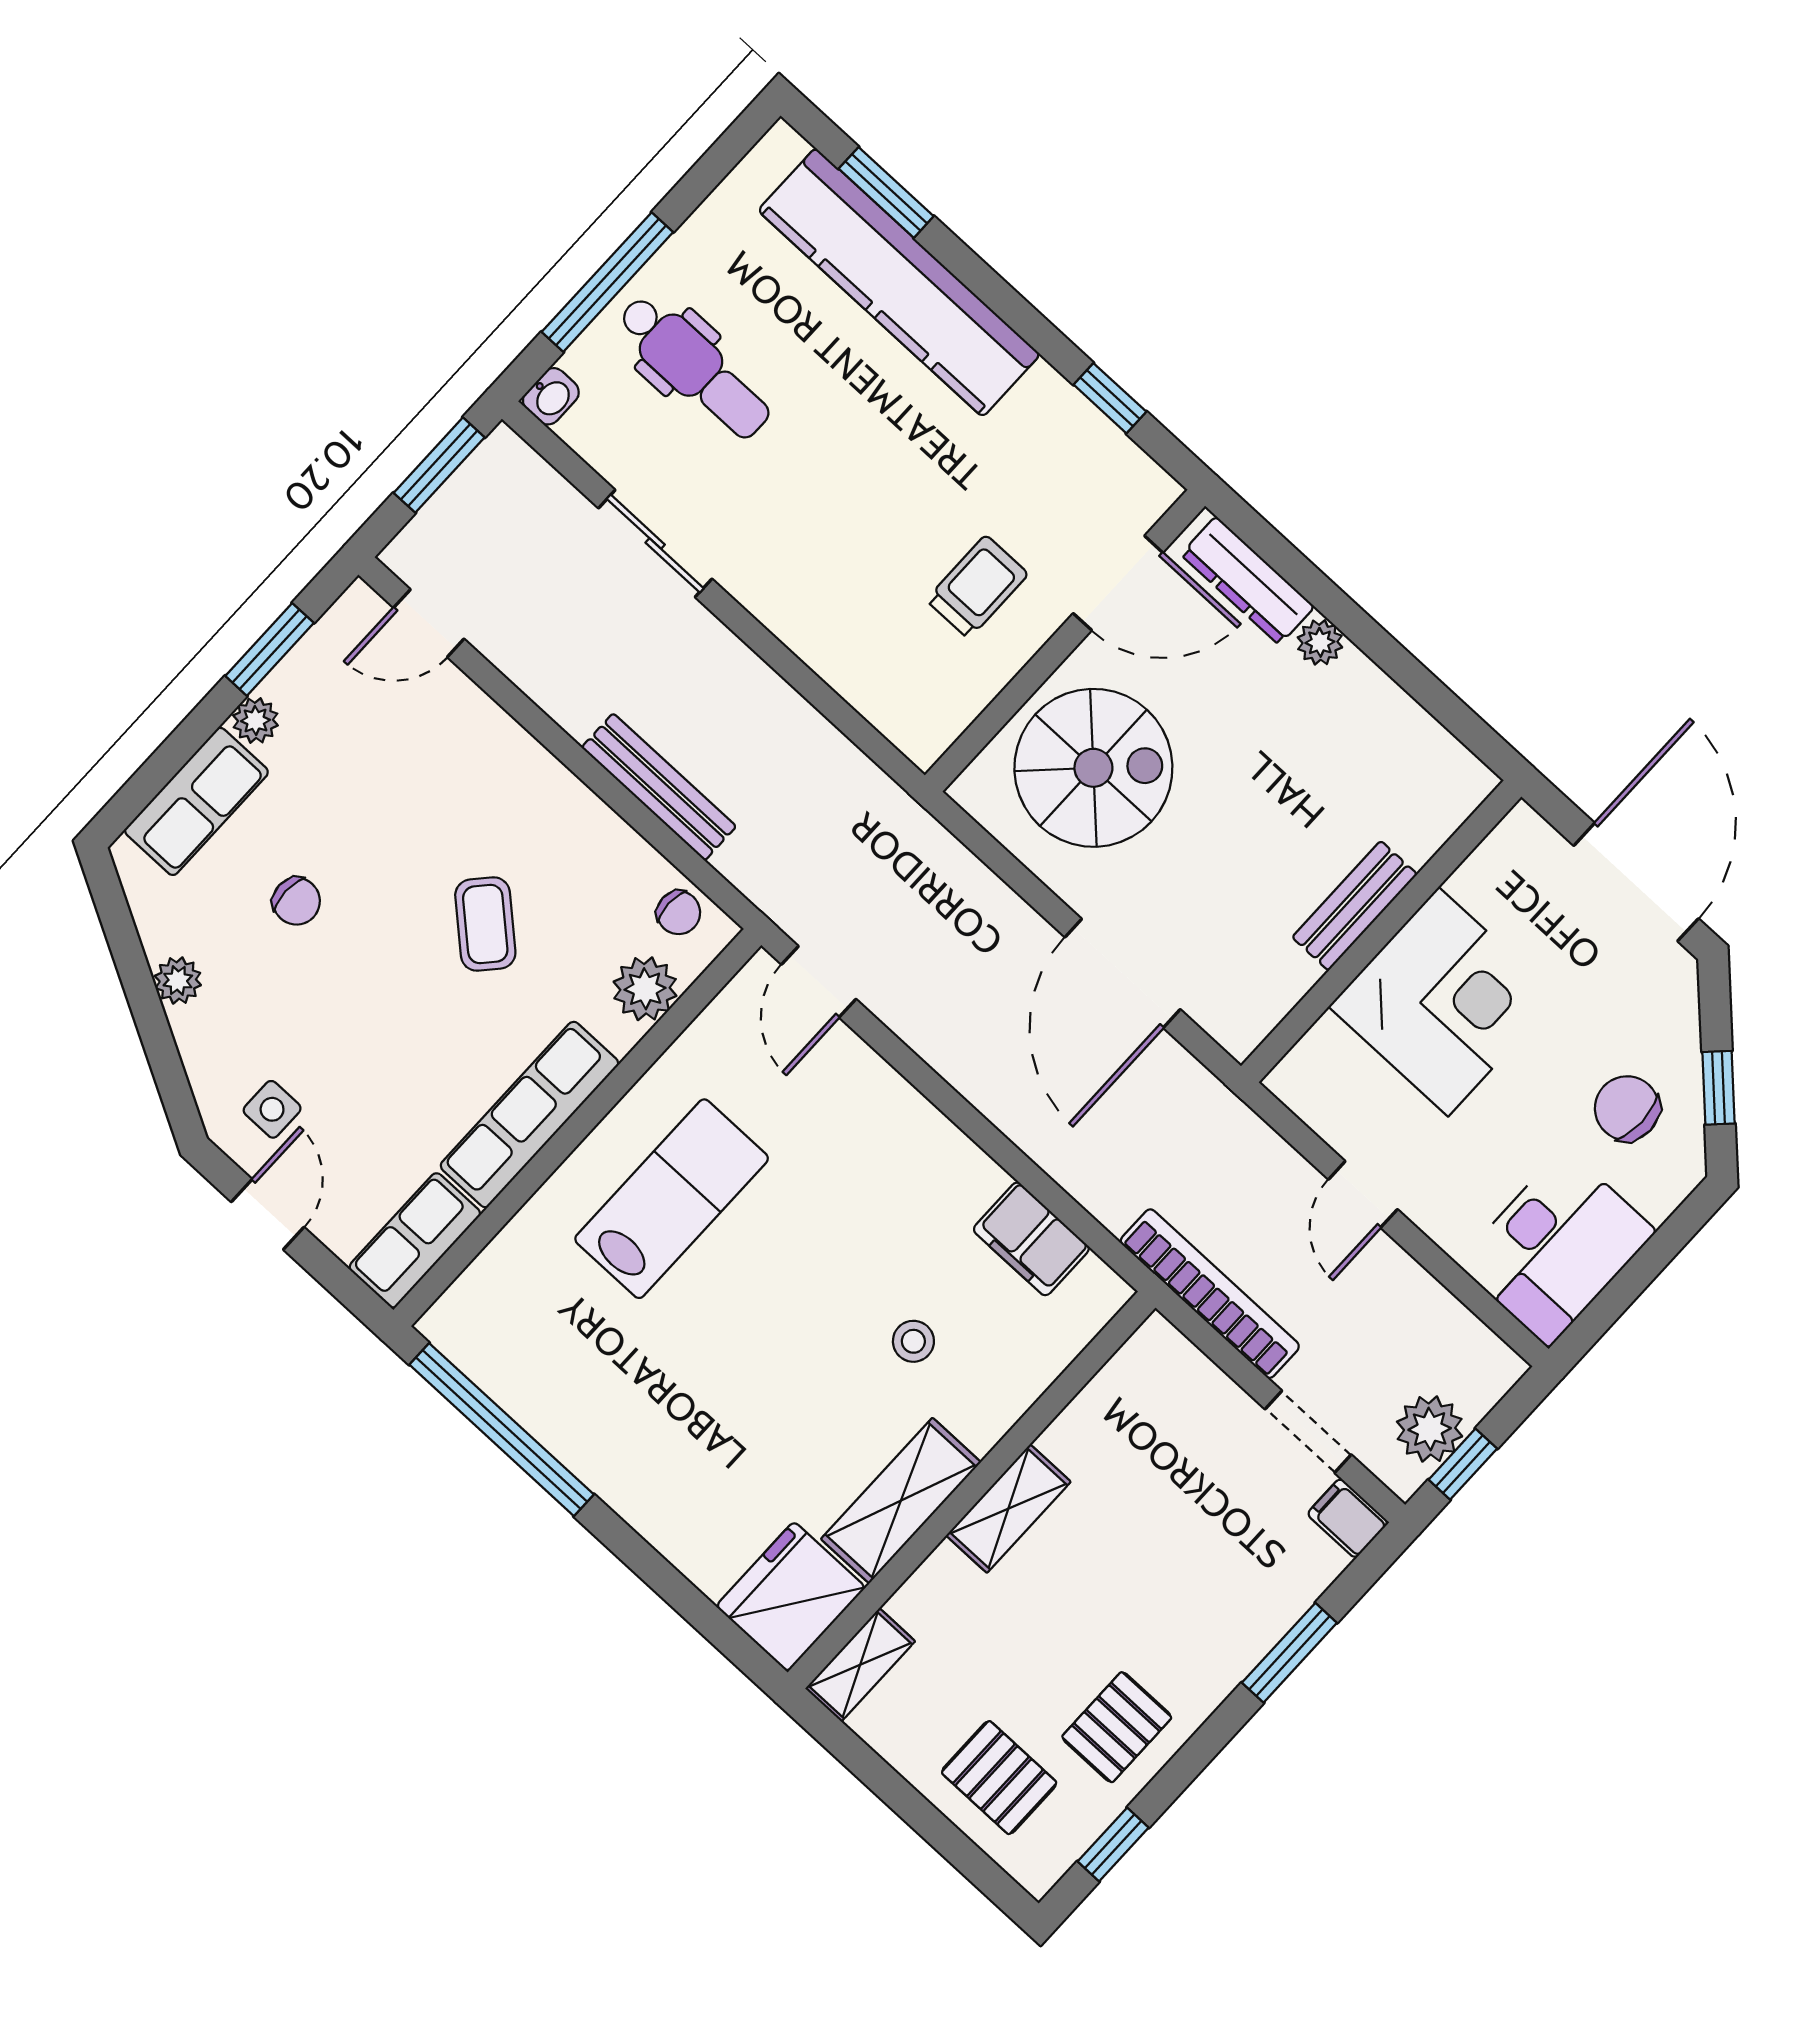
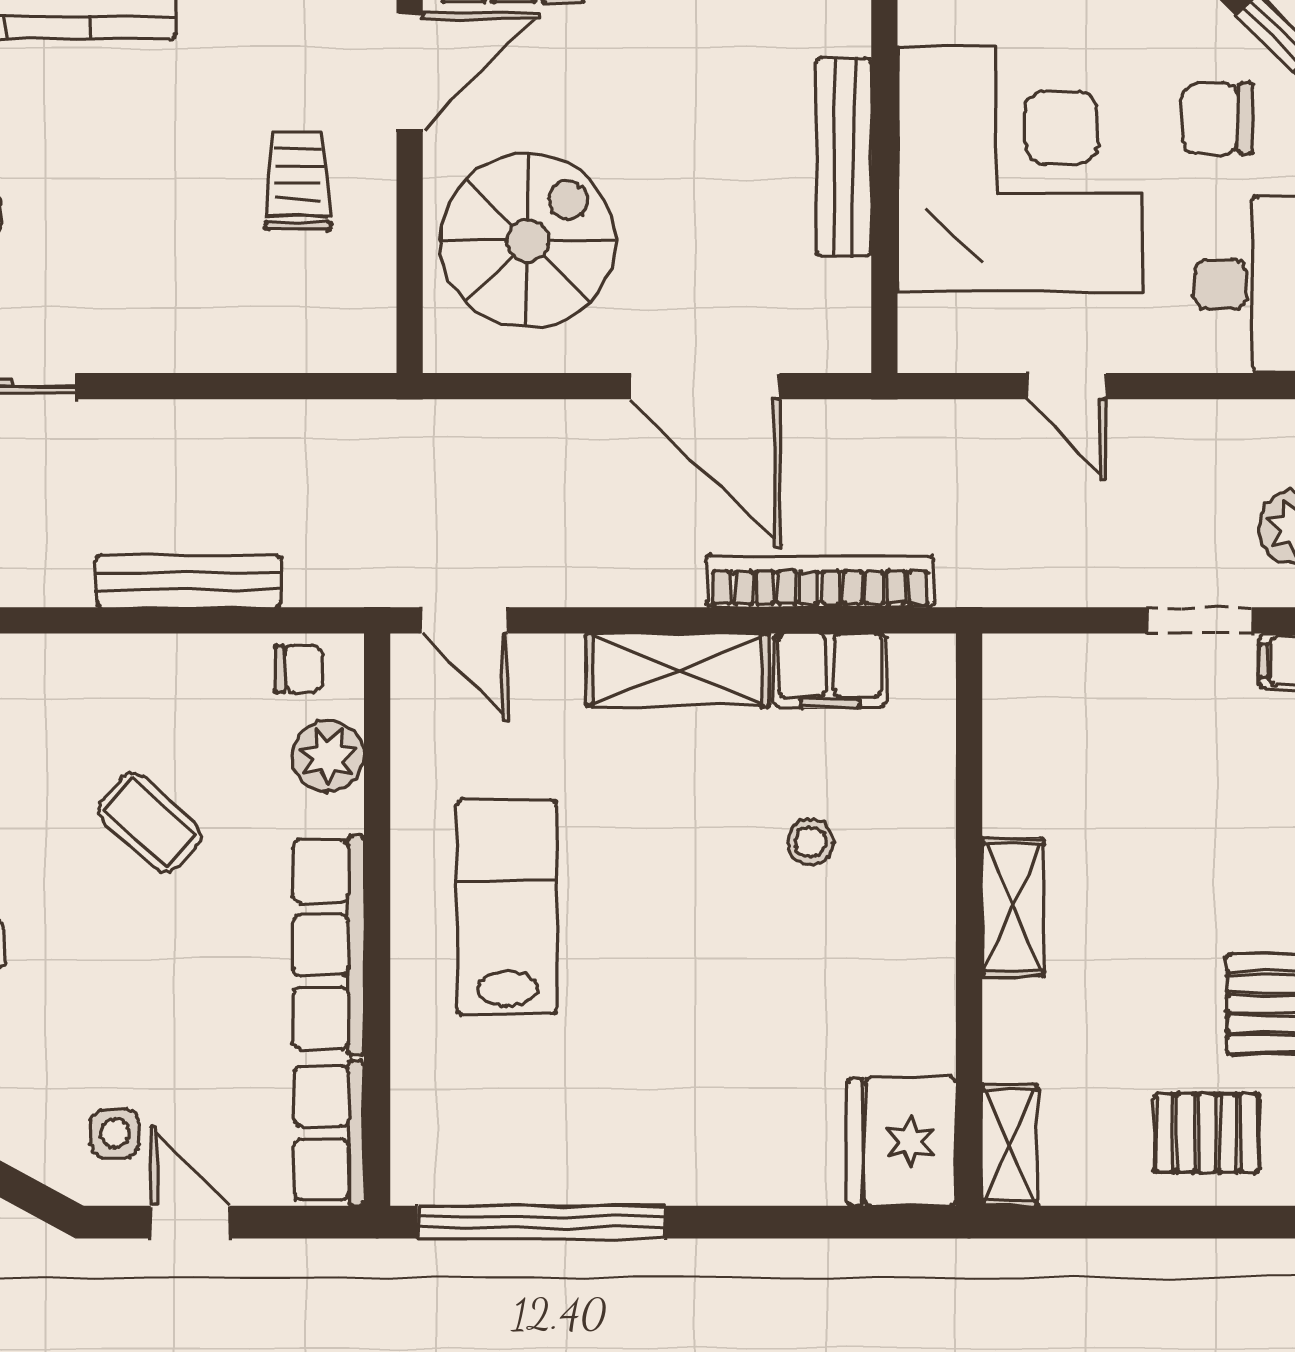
bench: (1355, 906) -> (844, 157), width x1.36
corner desk: (1443, 1002) -> (1020, 169), width x1.36, depth x1.36
bookcase: (1210, 1294) -> (820, 581), moved
shelving: (901, 1501) -> (678, 670), moved, turned 90

